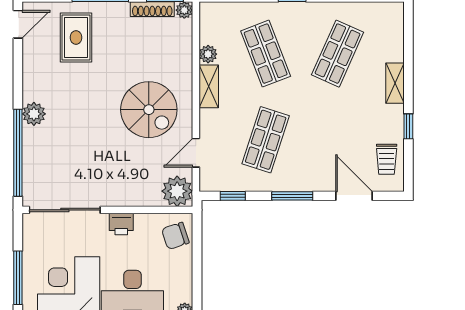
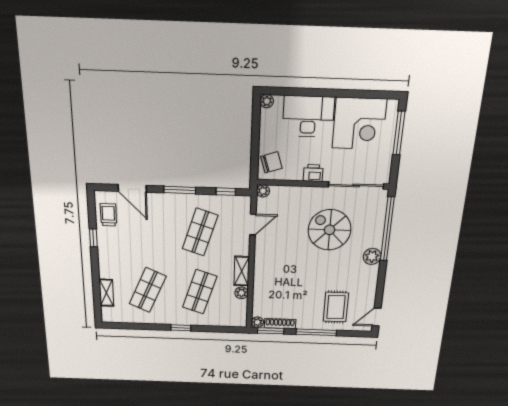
shop shelf: (266, 54) -> (200, 292), turned 39
shelving: (395, 83) -> (106, 293), moved
spiral stairs: (149, 110) -> (329, 230), moved
plant: (177, 191) -> (263, 191), width x0.53, depth x0.53

